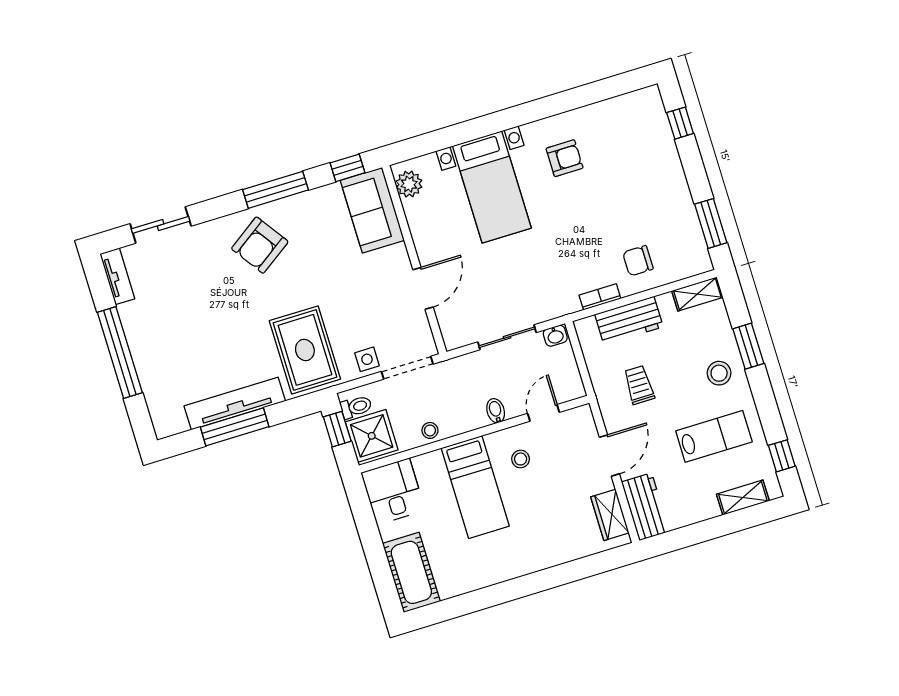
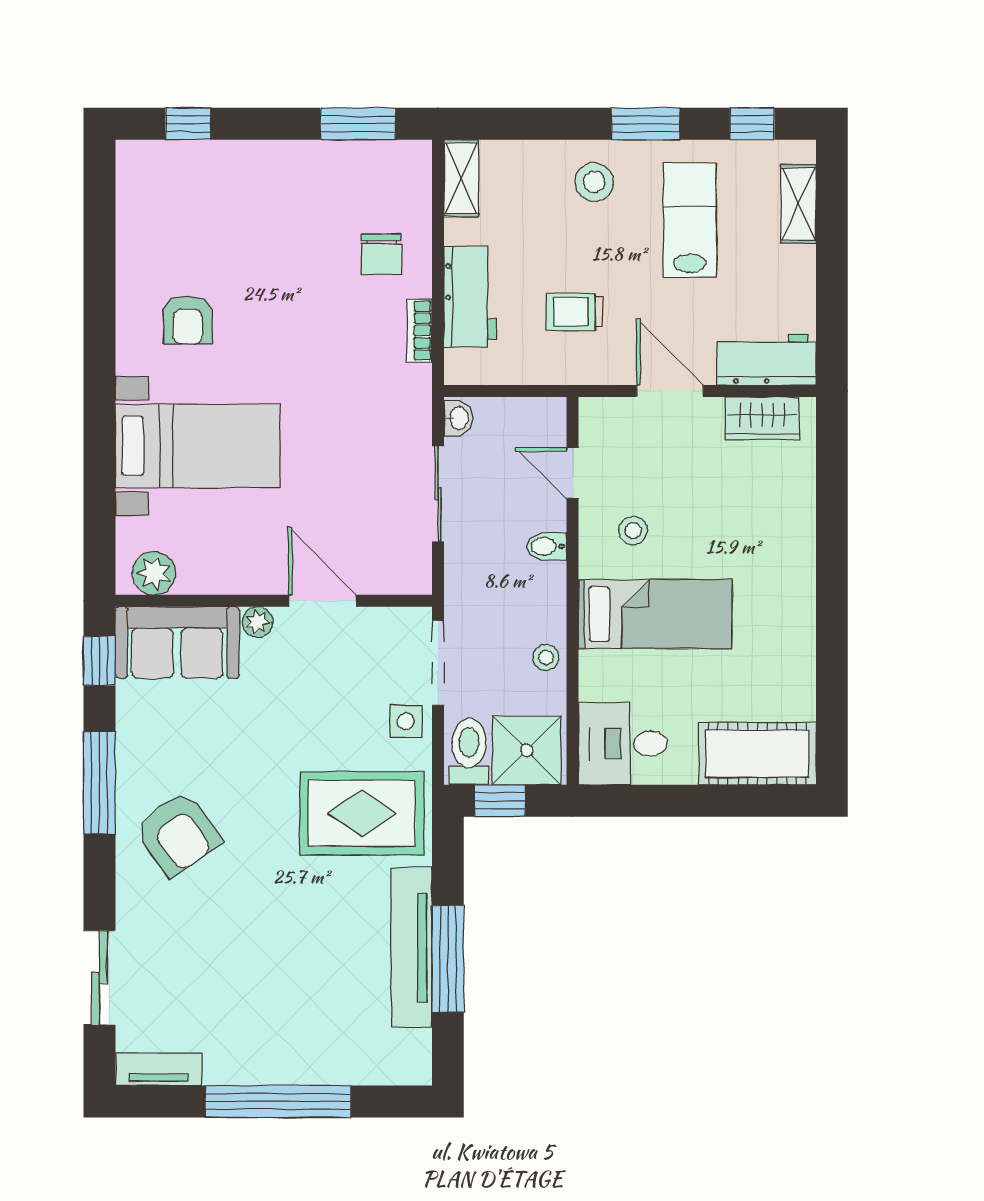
armchair: (565, 158) -> (188, 320), turned 180
plant: (399, 254) -> (258, 622), added
window: (748, 346) -> (646, 124), moved
toilet: (356, 407) -> (469, 752), width x1.37, depth x1.39

